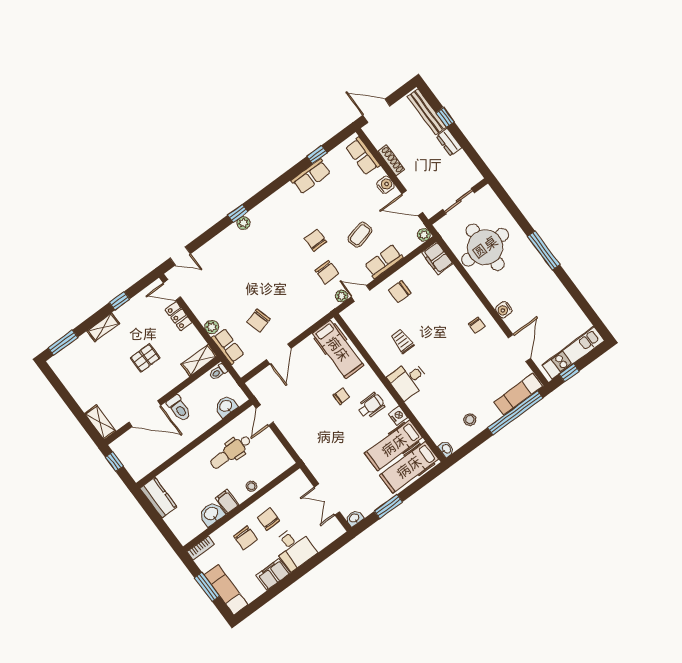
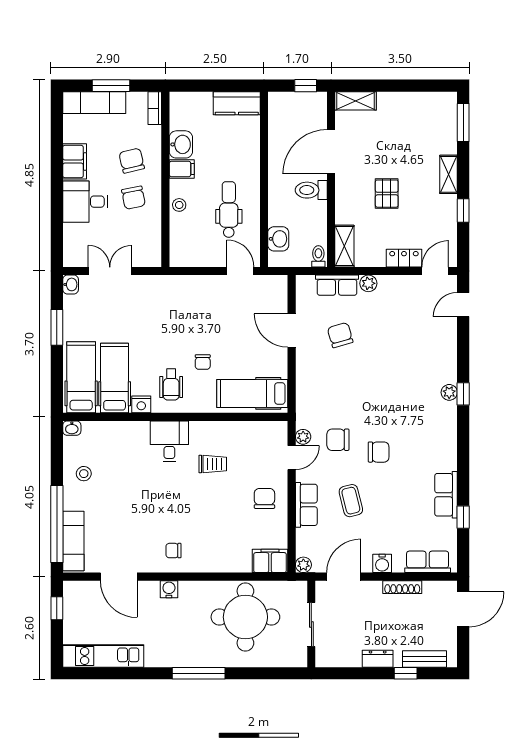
bench: (427, 112) -> (425, 659), width x0.73
kitchen unit: (573, 353) -> (103, 656), moved, turned -90
chair: (268, 519) -> (133, 198), turned 79
chair: (245, 538) -> (132, 161), turned 77

